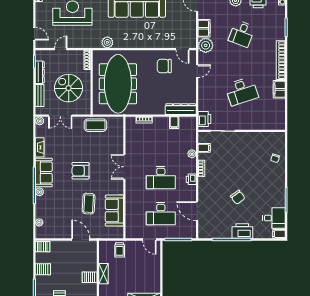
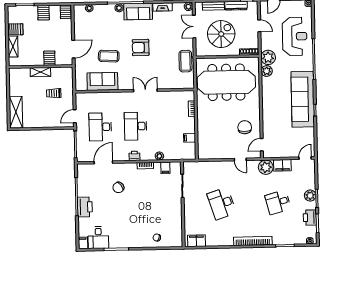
desk: (242, 34) -> (278, 202), turned -36
plant: (93, 41) -> (268, 57), added
filing cabinet: (279, 89) -> (197, 241), moved
dresser: (181, 109) -> (203, 144), removed
printer: (204, 119) -> (194, 168), removed
armchair: (81, 171) -> (141, 48), turned -90
chair: (238, 197) -> (118, 187), moved
trolley: (120, 250) -> (54, 93), moved
server rack: (90, 277) -> (49, 58), moved

